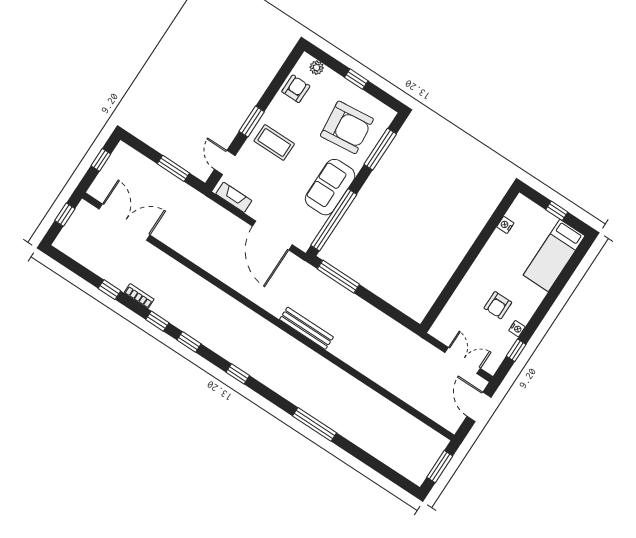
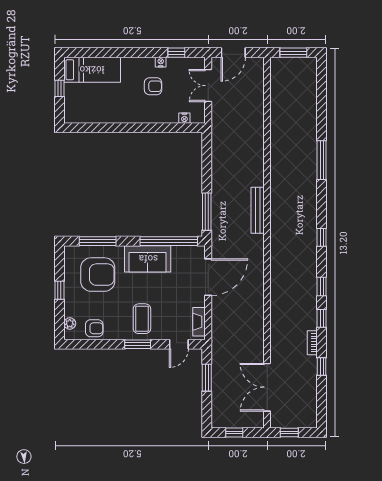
armchair: (296, 89) -> (94, 328), turned 180
armchair: (347, 127) -> (98, 275), turned 96
nightstand: (505, 225) -> (184, 118), moved

